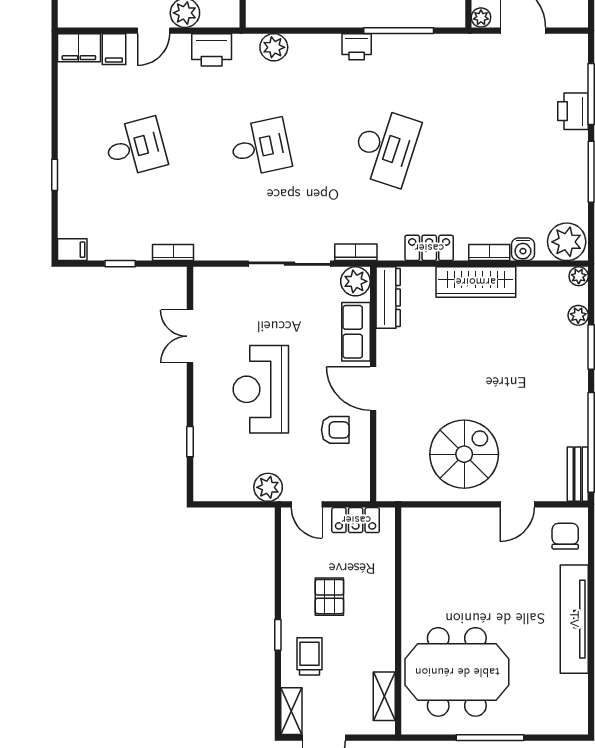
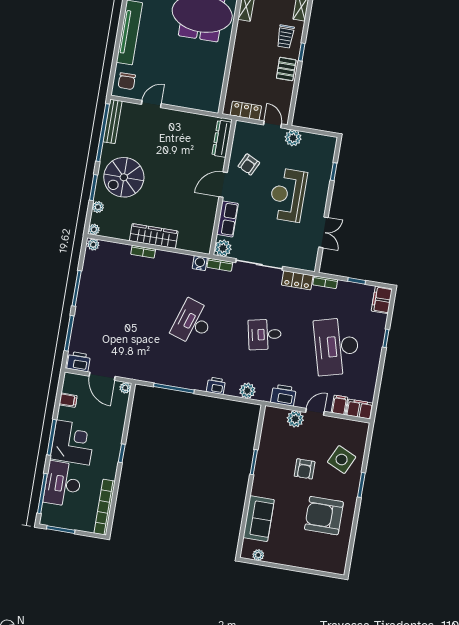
printer: (357, 47) -> (216, 386), moved
printer: (573, 111) -> (79, 362), moved, turned -90
desk: (135, 147) -> (337, 346), width x1.87, depth x1.30
plant: (567, 242) -> (93, 245), width x0.53, depth x0.53
locker: (429, 248) -> (297, 280), moved
water cooler: (523, 249) -> (200, 263), moved
filing cabinet: (72, 250) -> (382, 300), width x2.00
dresser: (388, 298) -> (222, 139), moved
reception desk: (261, 389) -> (288, 195), turned 180
door: (373, 389) -> (223, 185), swing flipped
armchair: (335, 430) -> (249, 164), turned -64
spiral stairs: (464, 454) -> (124, 177), moved
bench: (578, 474) -> (113, 121), width x1.36
pallet: (329, 597) -> (286, 69), moved

